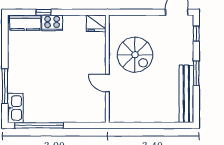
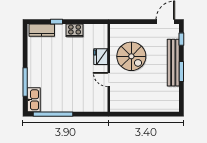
cooker: (52, 23) -> (75, 30), moved
fridge: (96, 23) -> (101, 57), moved, turned 90
bench: (186, 94) -> (173, 63), moved

